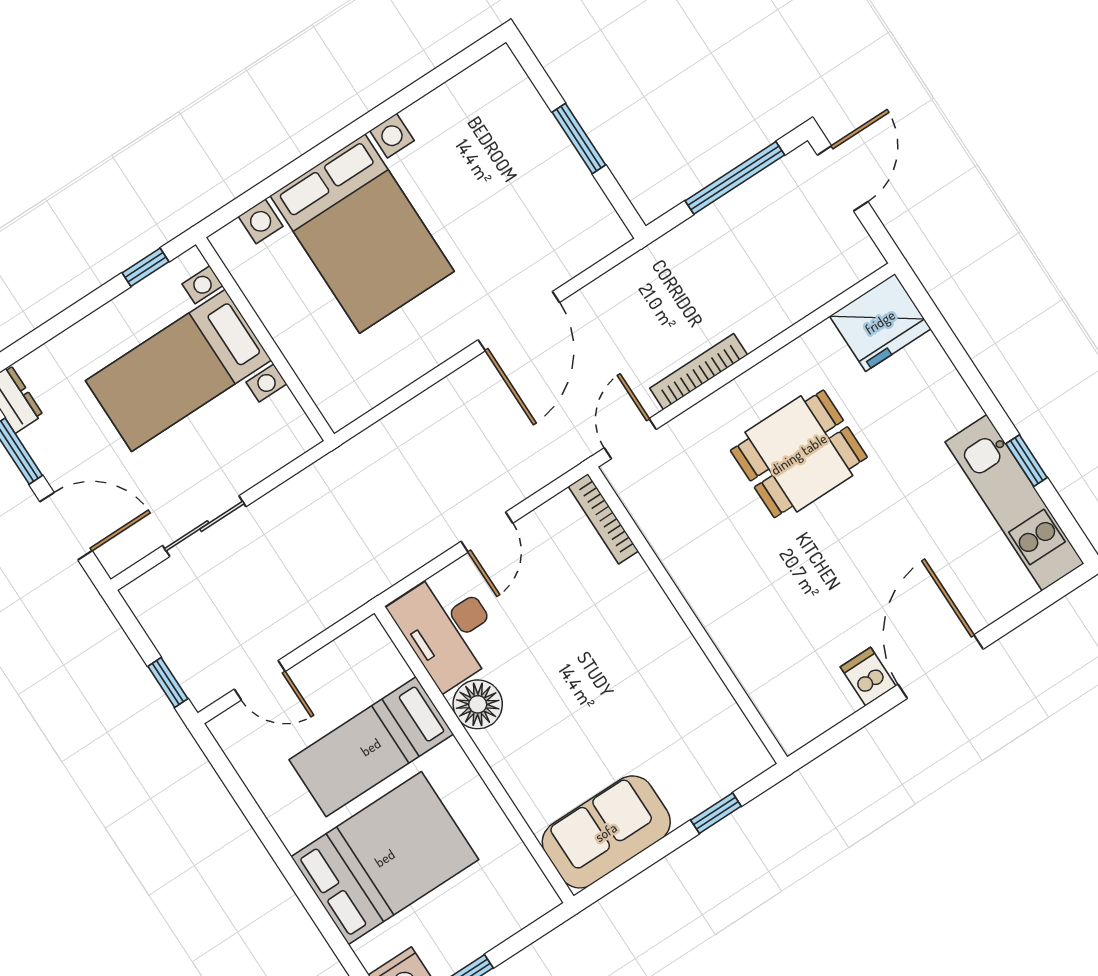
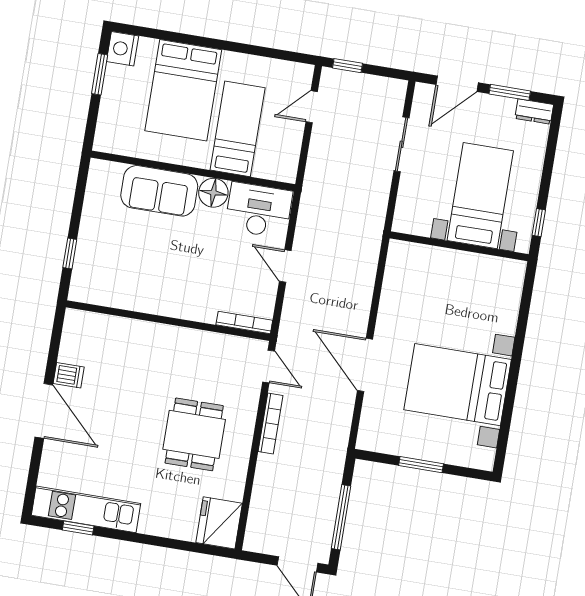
bed with nightstands: (362, 234) -> (458, 385), moved
window: (1027, 461) -> (78, 528), moved
sofa: (606, 832) -> (159, 191), moved, turned 90

